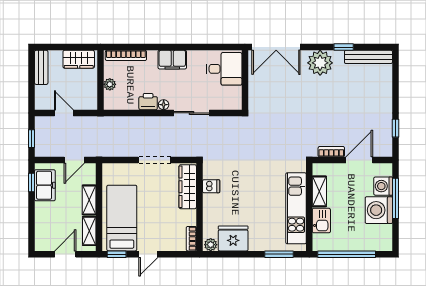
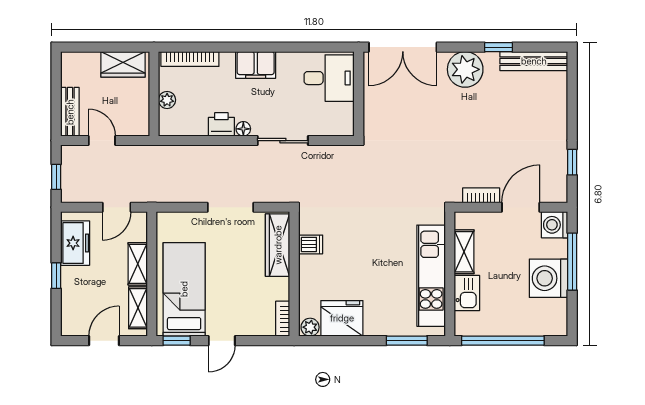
bench: (41, 67) -> (70, 112), moved
window: (32, 183) -> (56, 276), moved
washing machine: (383, 186) -> (555, 225), moved

